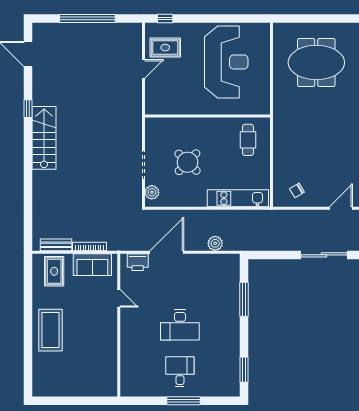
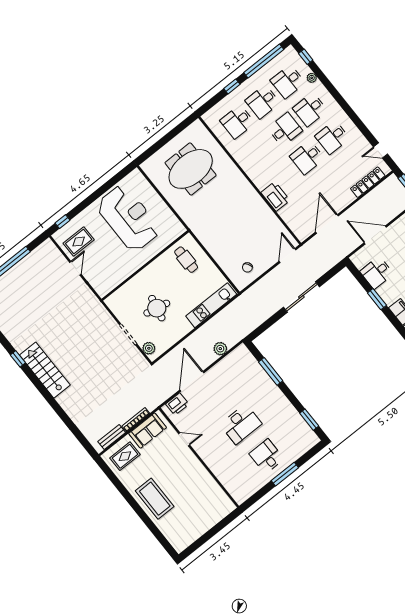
round table: (188, 162) -> (157, 308), turned -32
rug: (54, 271) -> (125, 456), turned 90

